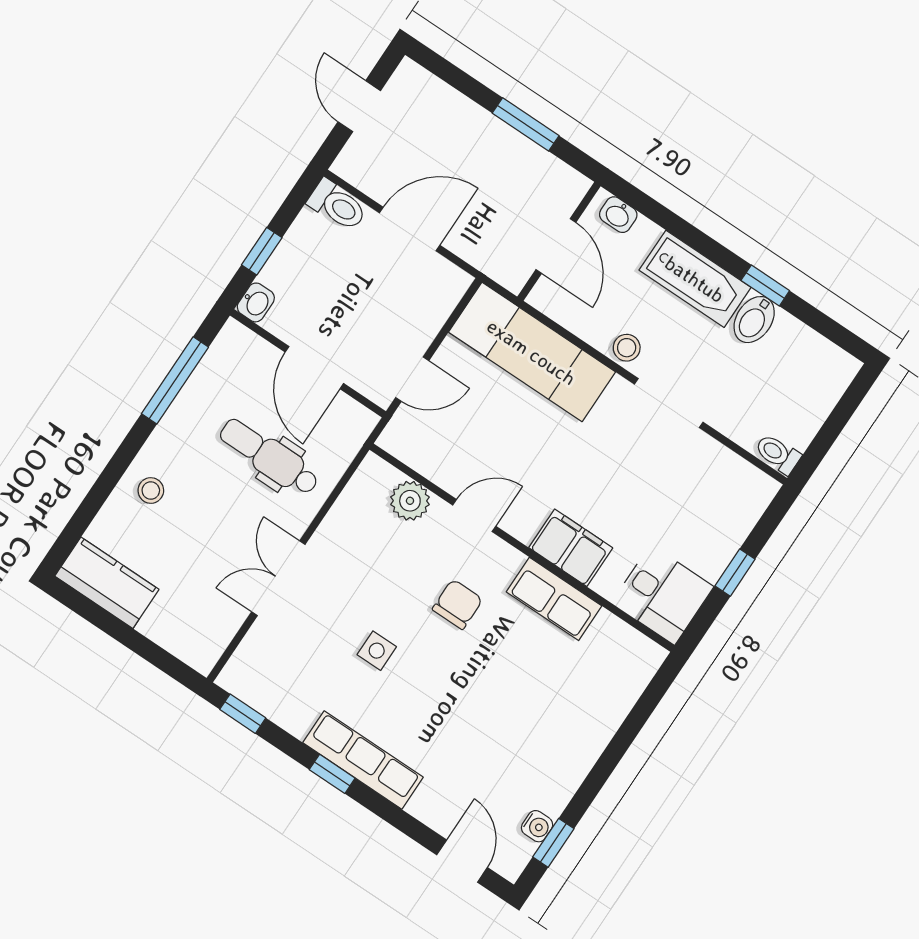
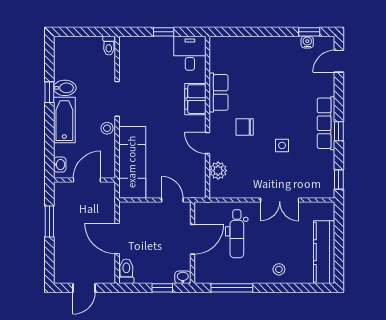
kitchen counter: (107, 583) -> (324, 252), width x1.50

